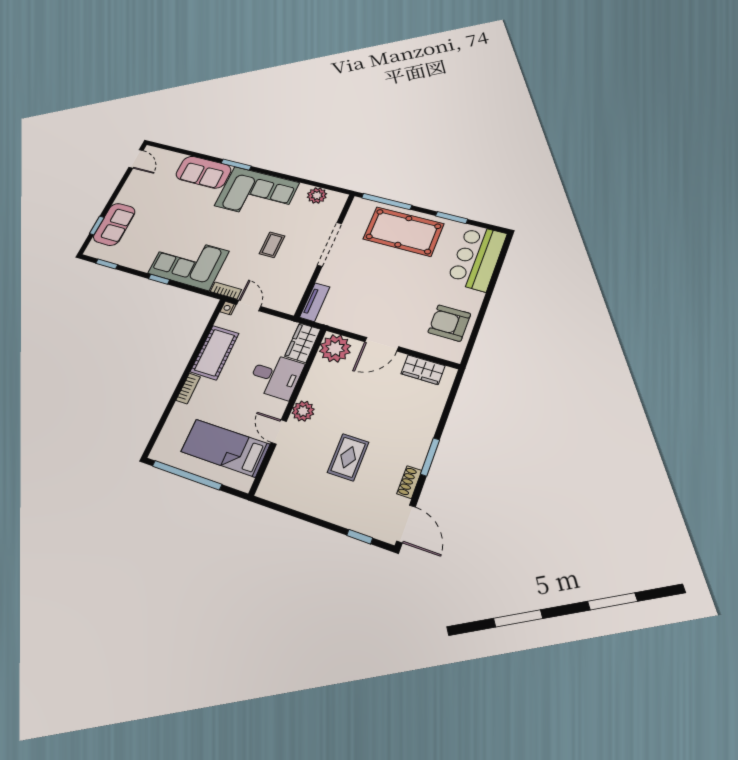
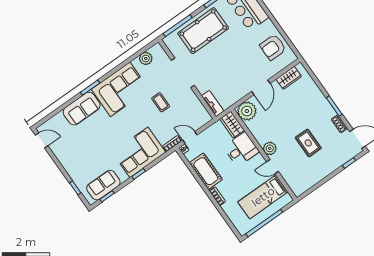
sofa: (114, 224) -> (103, 185), moved, turned -90

